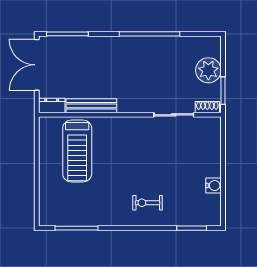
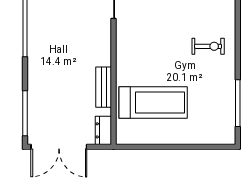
bench: (91, 106) -> (104, 87), width x0.73
exercise bike: (147, 203) -> (208, 46), moved, turned -90

